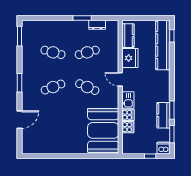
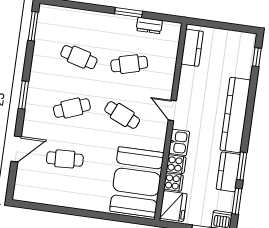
kitchen counter: (163, 45) -> (235, 115), moved
fridge: (130, 58) -> (173, 206), moved
cafe table: (53, 122) -> (65, 159), added

